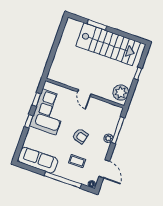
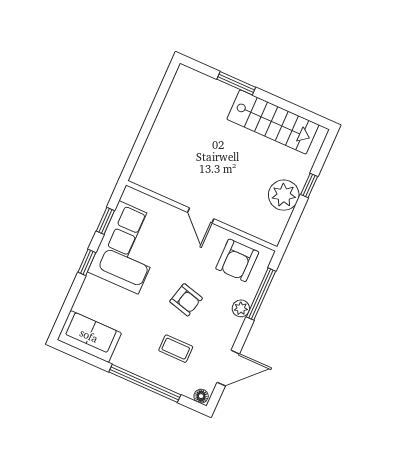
stairs: (108, 44) -> (273, 122), width x0.73, depth x0.66
plant: (121, 93) -> (284, 195), moved
armchair: (105, 114) -> (237, 260), added
sofa: (38, 160) -> (89, 336), width x0.73
door: (104, 169) -> (228, 368), hinge flipped

